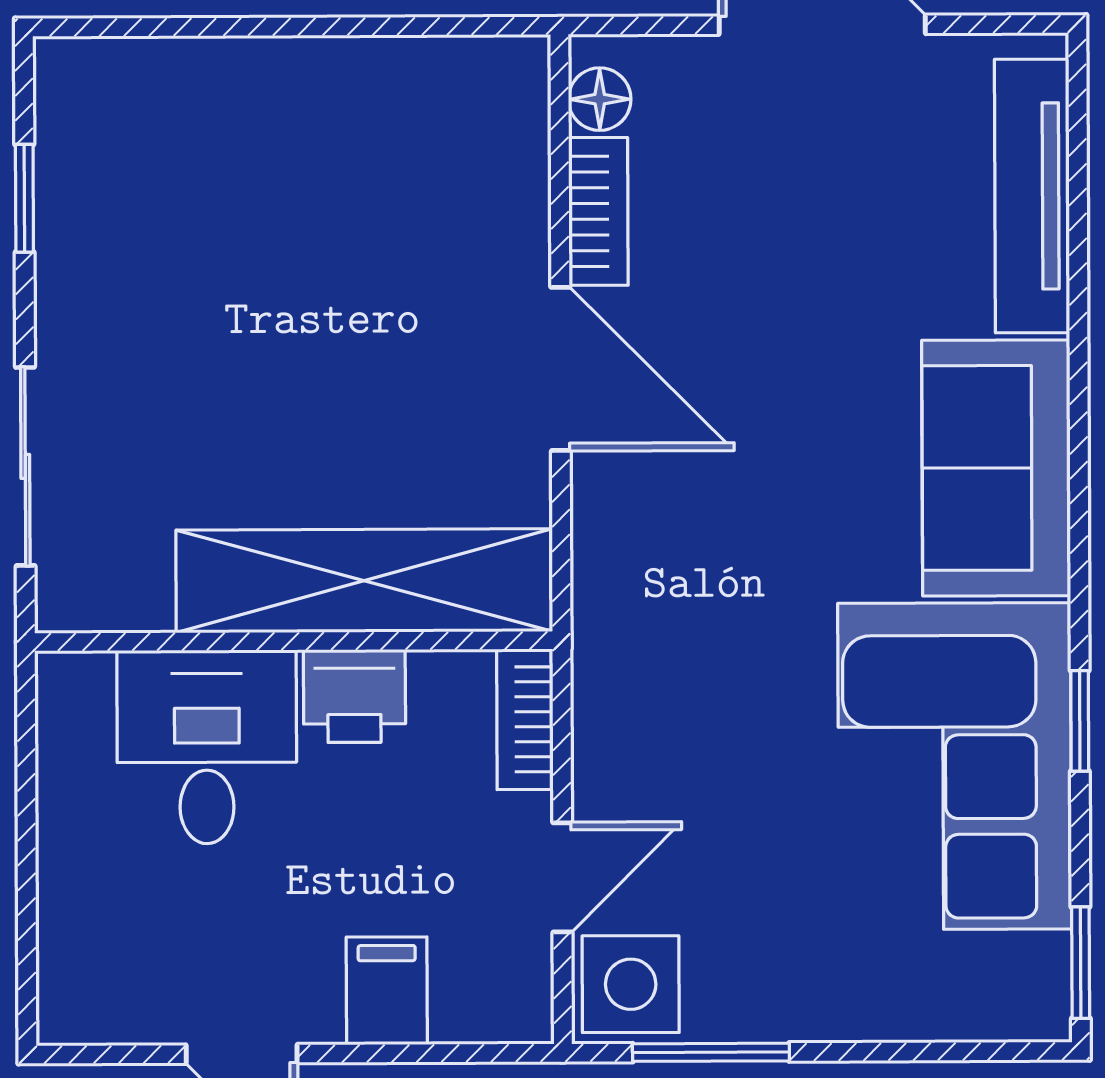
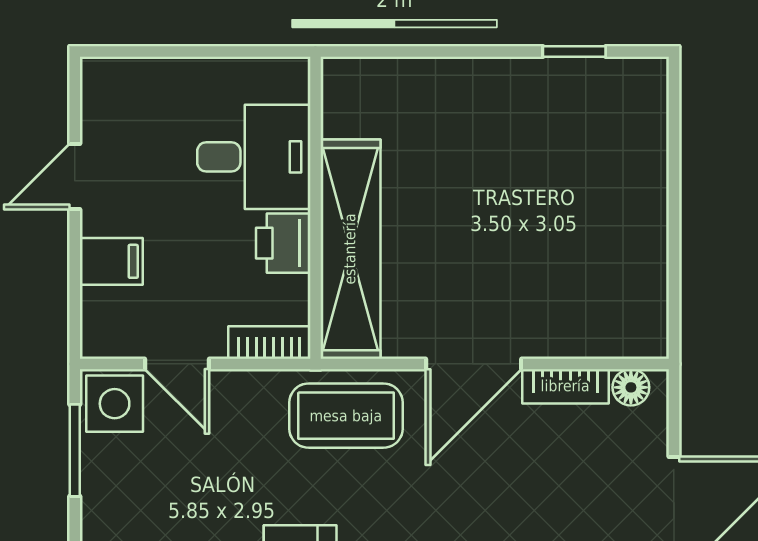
sliding door: (25, 466) -> (418, 52), removed
coffee table: (650, 587) -> (346, 416), added

